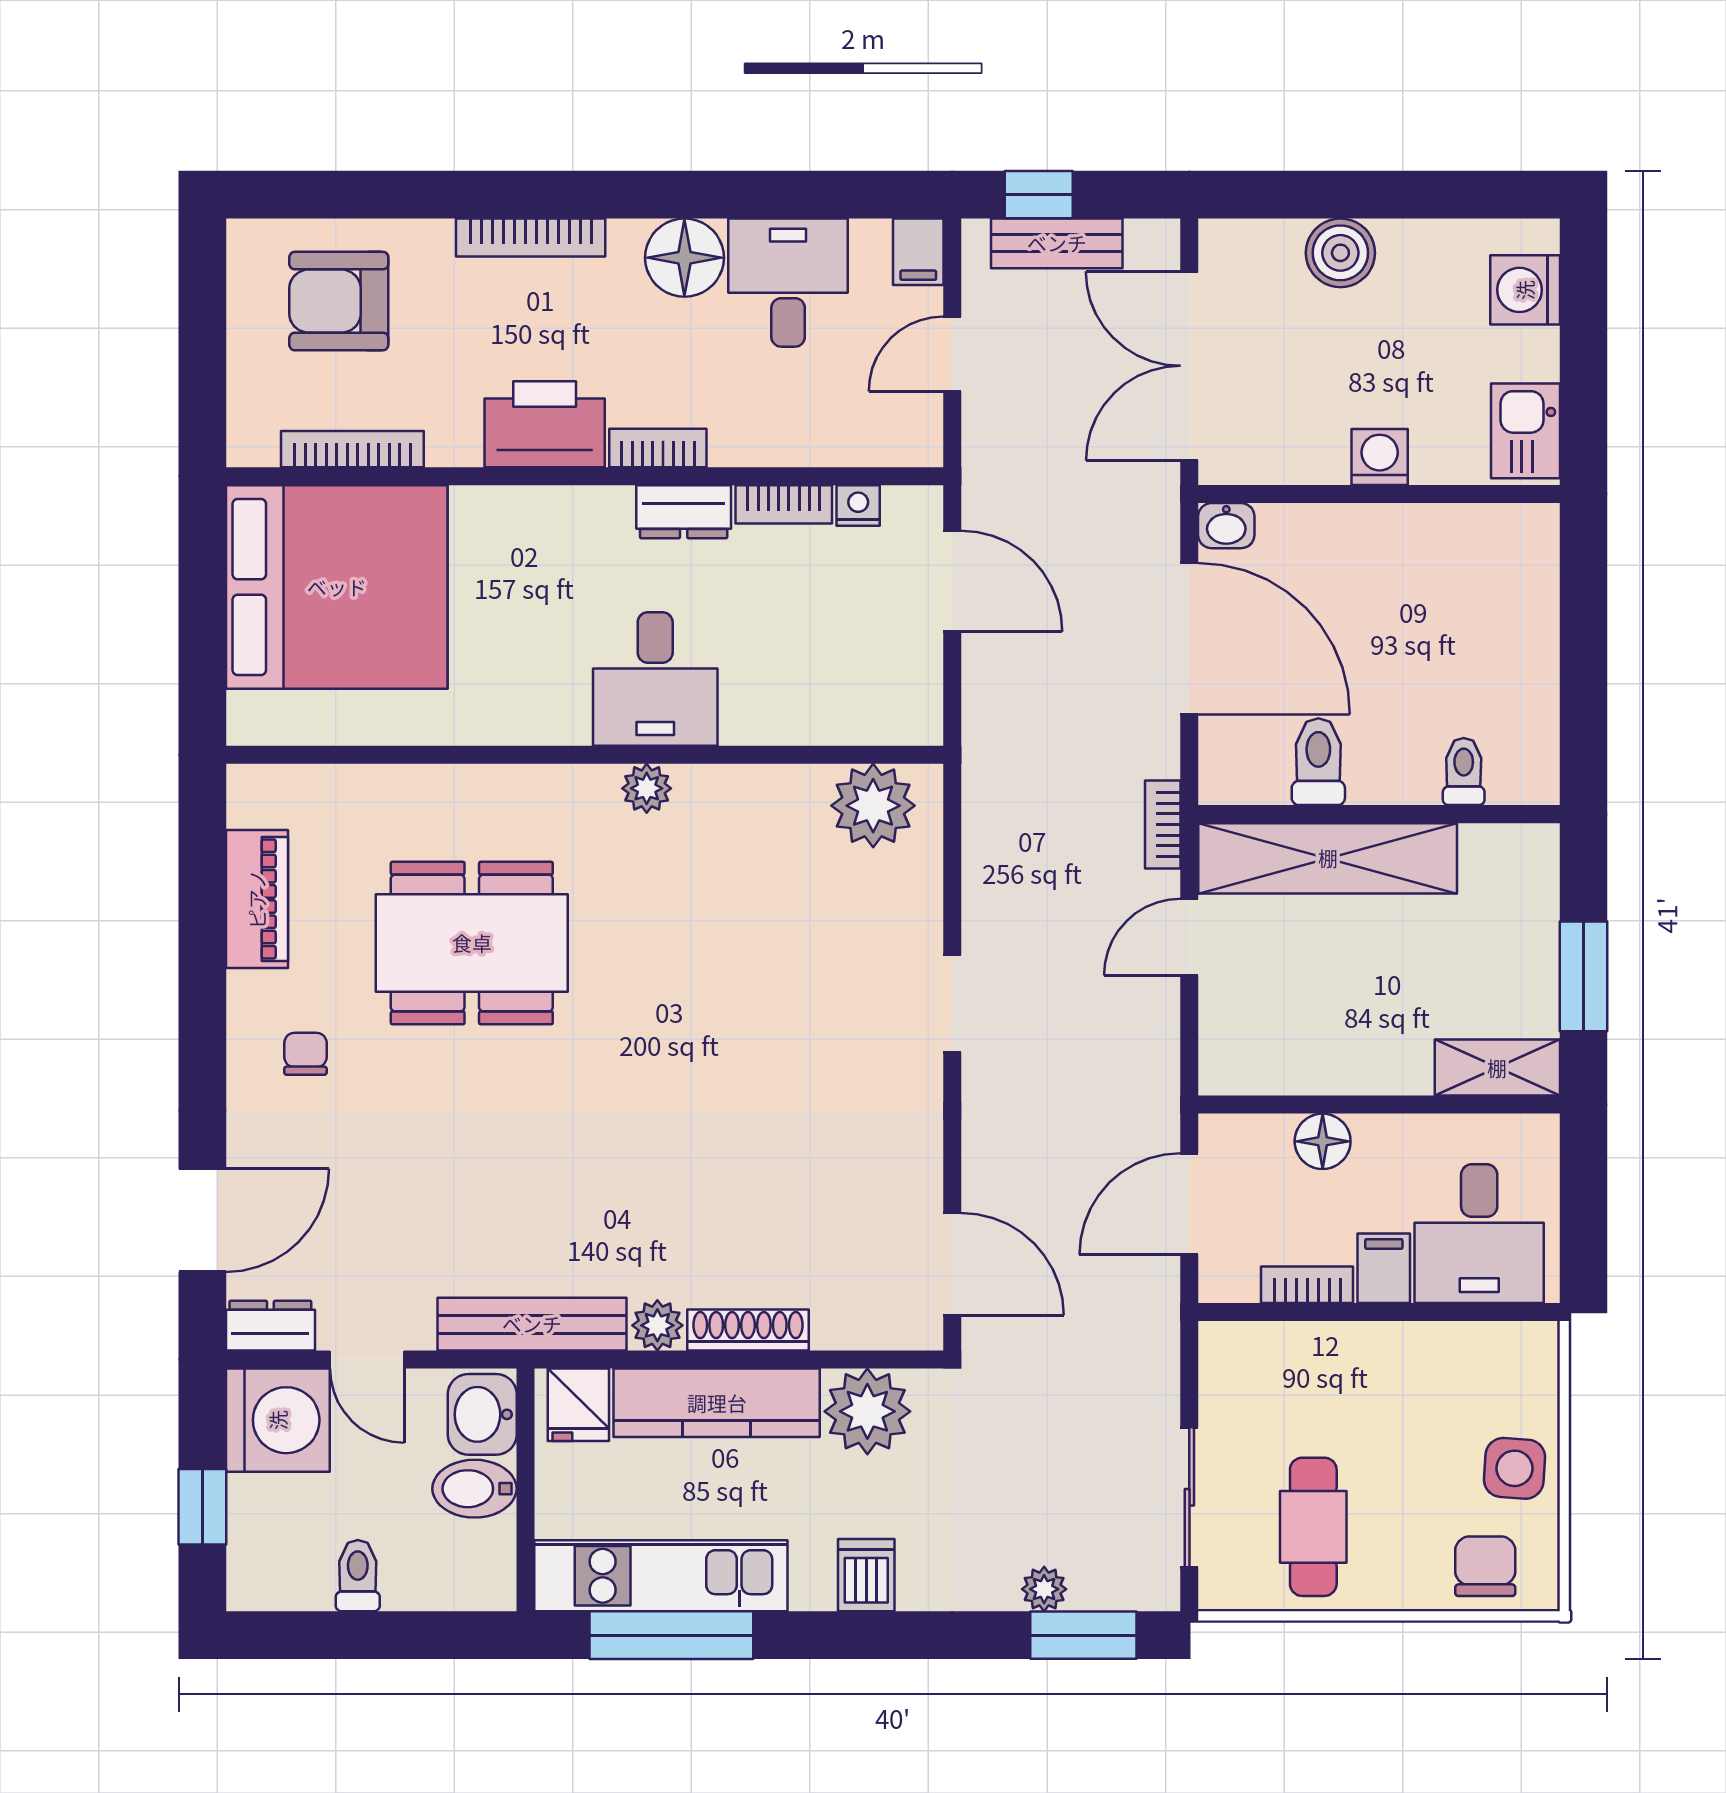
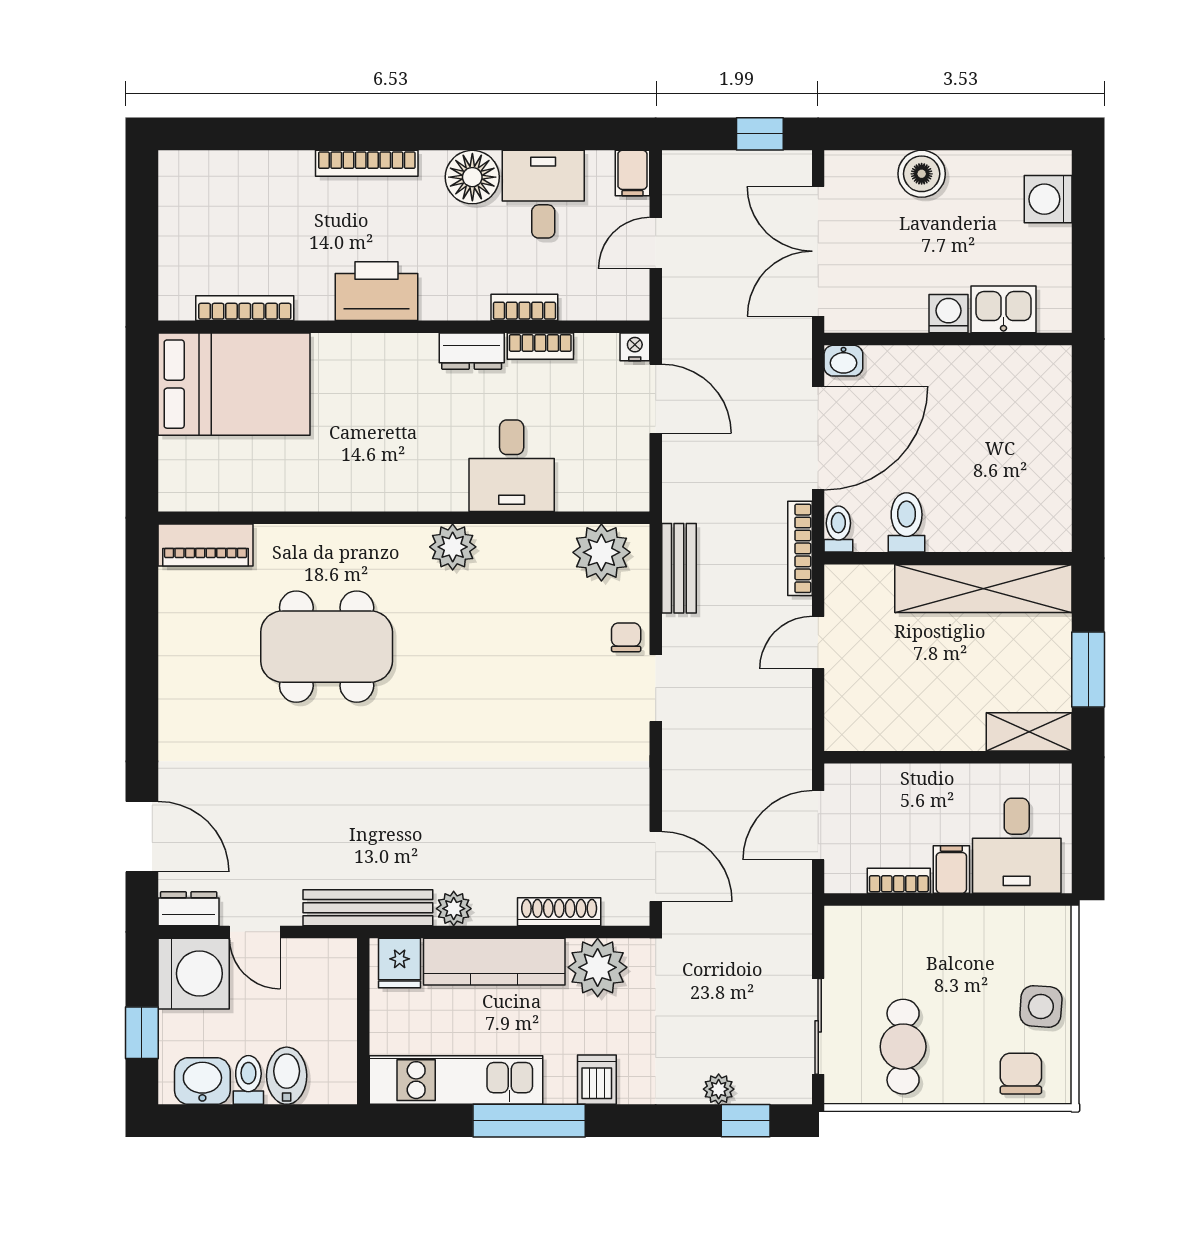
window: (1039, 195) -> (760, 134), moved
bench: (1057, 243) -> (679, 568), moved, turned 90
armchair: (339, 301) -> (235, 207), removed
kitchen sink: (1525, 431) -> (1003, 309), moved, turned 90
bookcase: (658, 448) -> (524, 307), moved
nightstand: (858, 505) -> (635, 347), moved
bed: (337, 587) -> (234, 384), width x0.73
door: (1189, 639) -> (818, 438), hinge flipped
desk: (655, 679) -> (512, 466), moved
toilet: (1464, 771) -> (838, 529), moved
plant: (647, 788) -> (453, 547), width x1.38, depth x1.38
bookcase: (1163, 825) -> (800, 548), width x1.56
shelving: (1328, 858) -> (983, 589), moved
piano: (257, 899) -> (206, 545), moved, turned 90
chair: (305, 1054) -> (626, 637), moved
floor lamp: (1323, 1141) -> (909, 782), removed
door: (202, 1220) -> (142, 837), hinge flipped
shoe rack: (748, 1330) -> (559, 912), moved
washbasin: (482, 1414) -> (202, 1081), moved, turned 90
bidet: (474, 1489) -> (287, 1076), moved, turned 90
window: (671, 1635) -> (529, 1121), moved
window: (1083, 1635) -> (746, 1121), width x0.67

